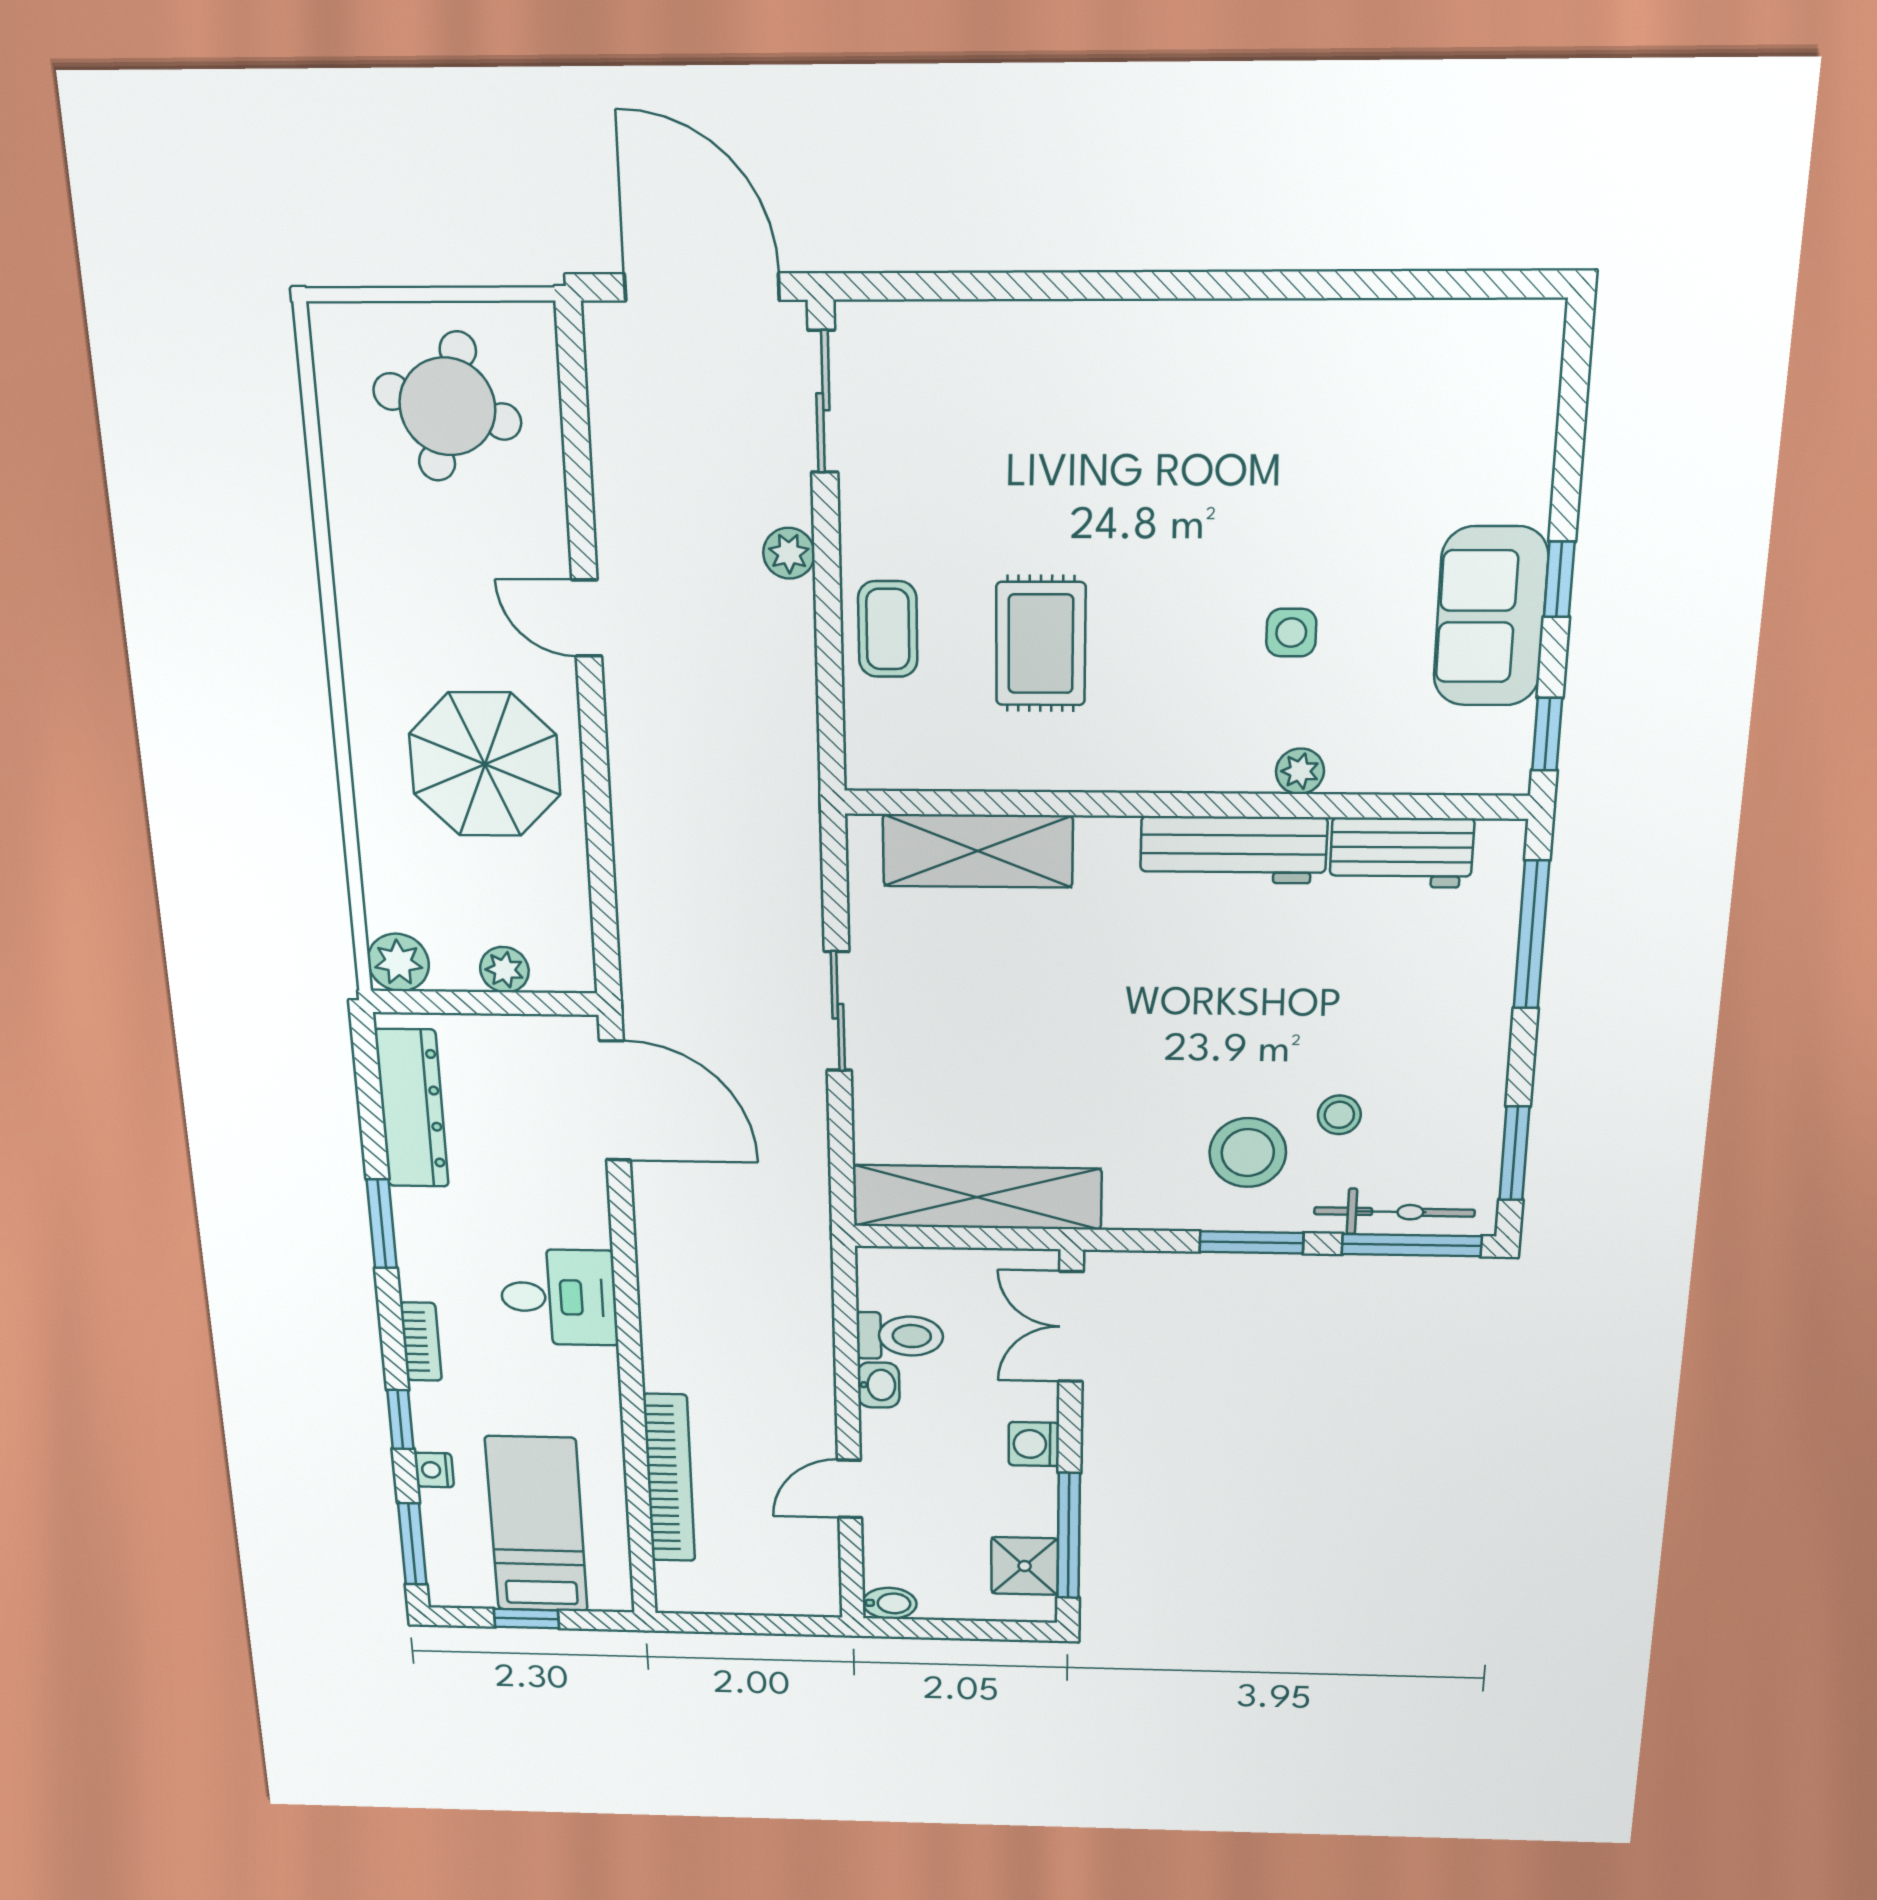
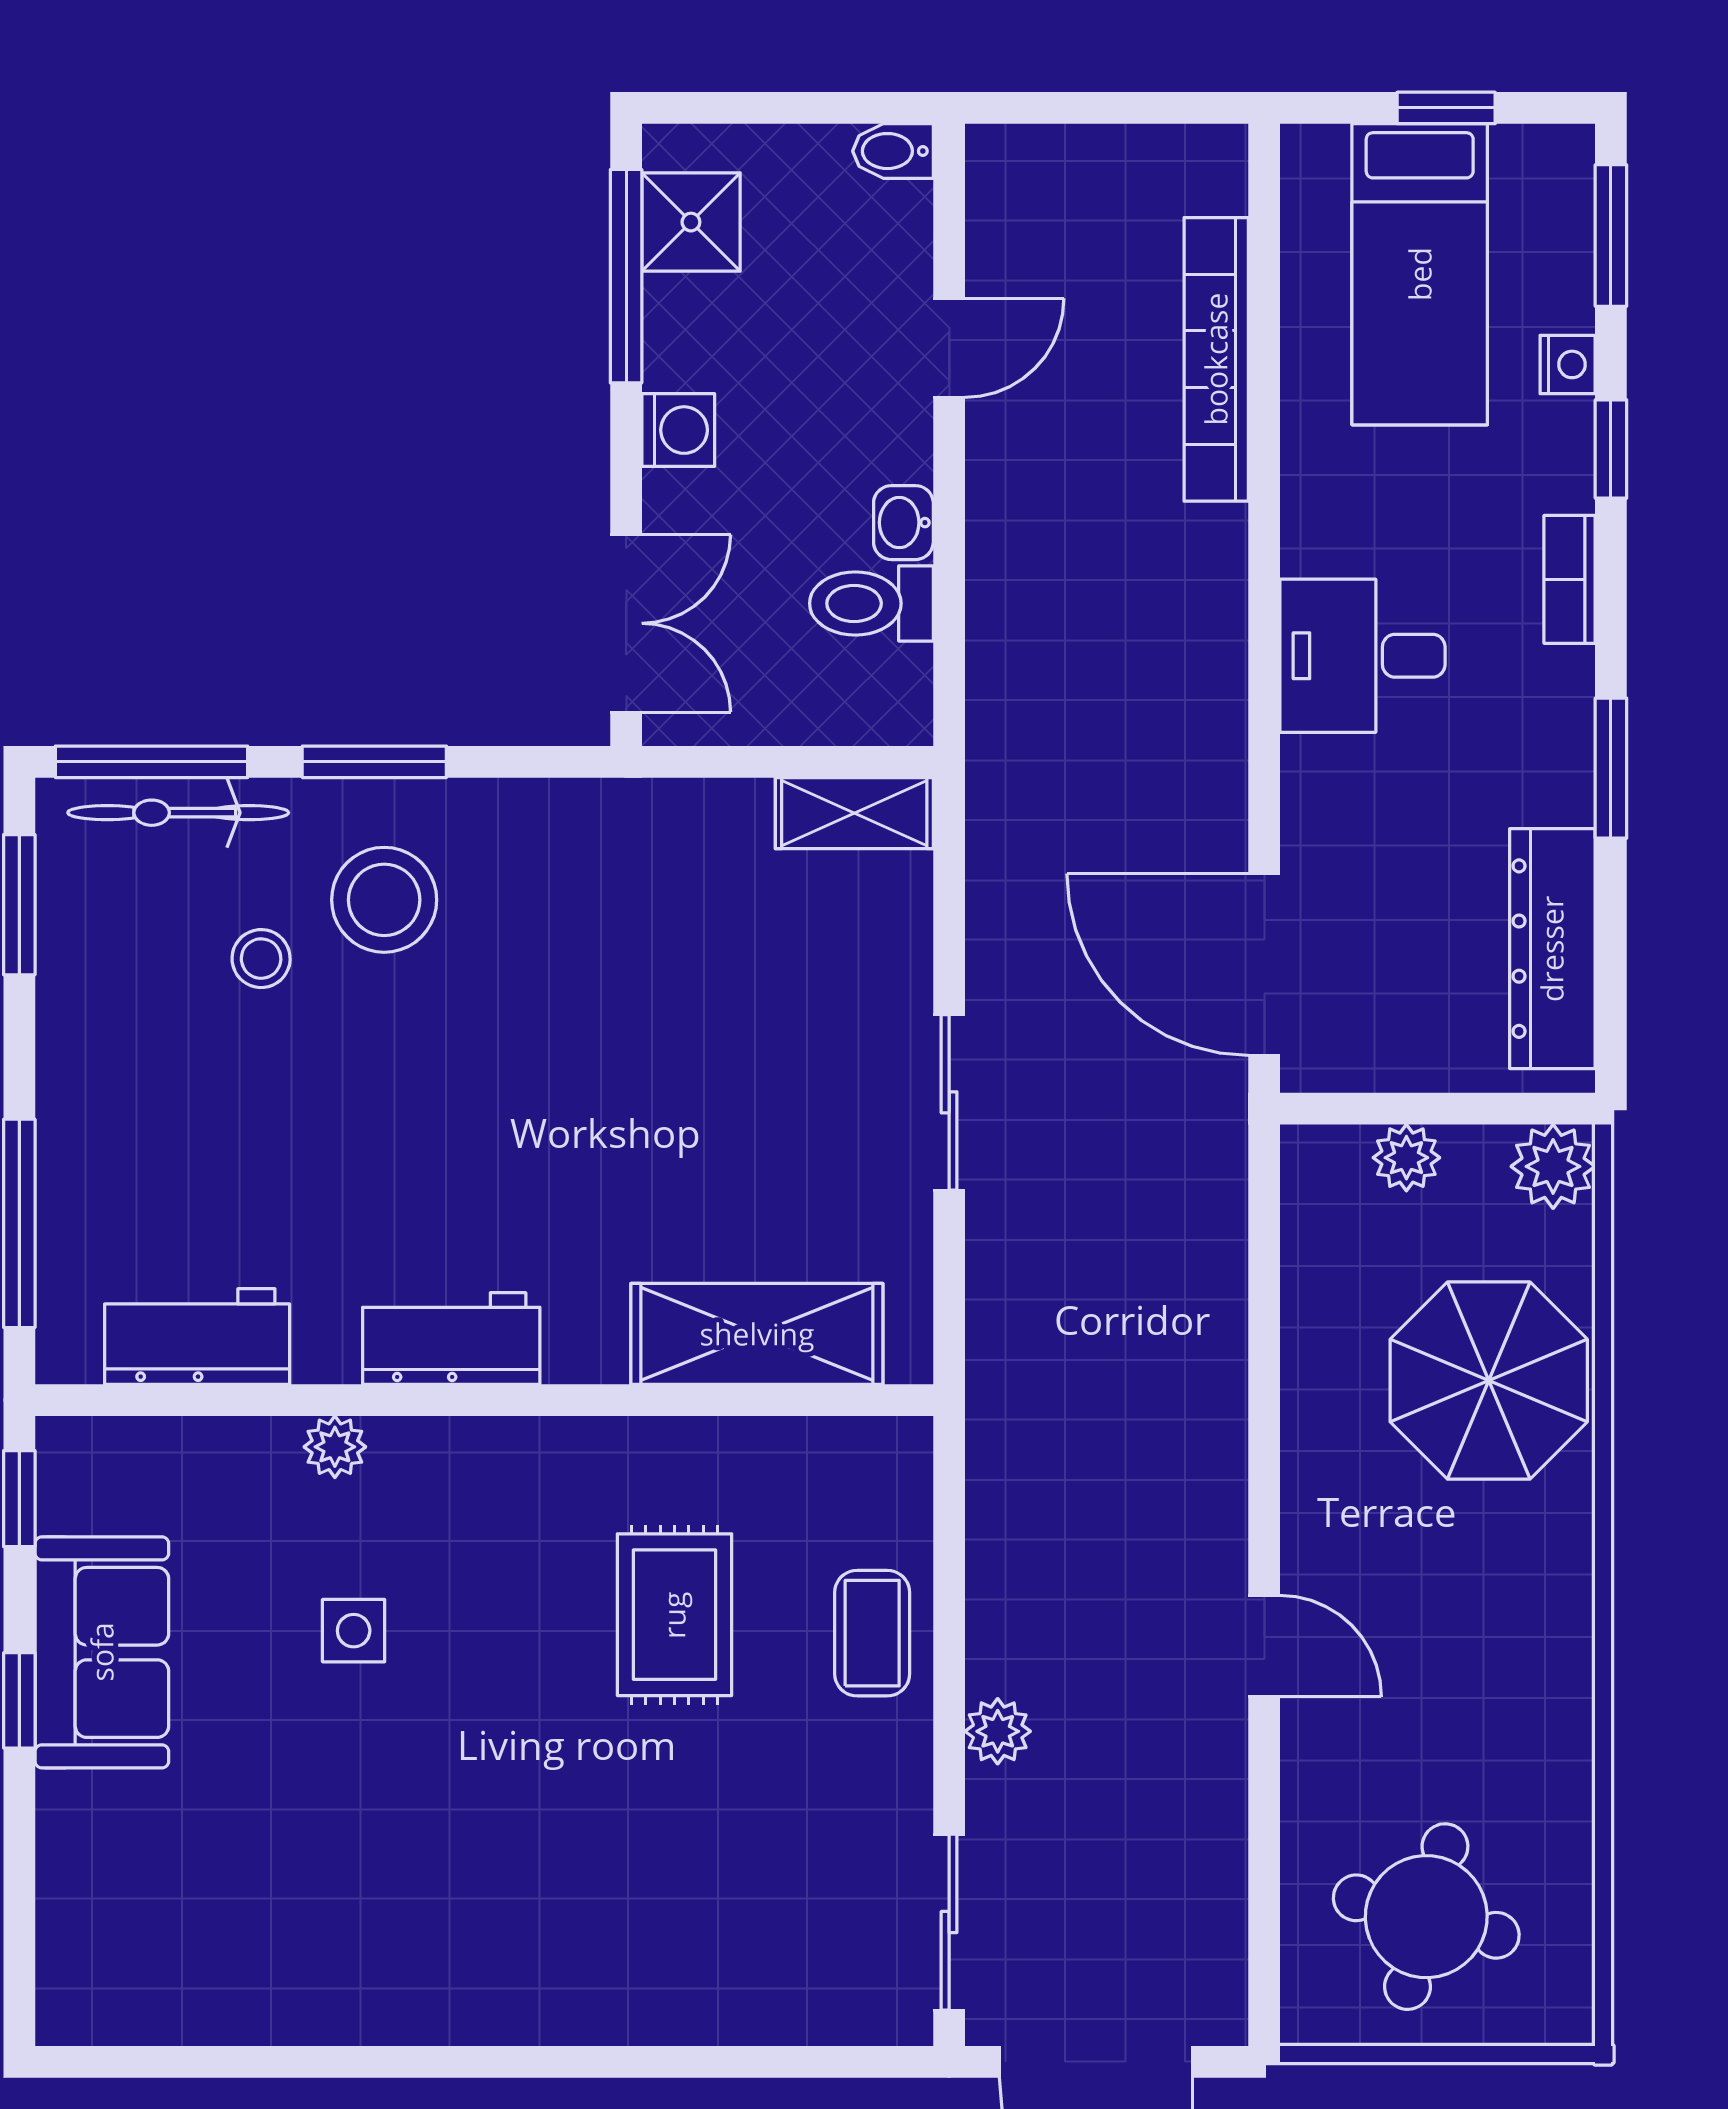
parasol: (485, 764) -> (1489, 1381), moved
workbench: (1233, 850) -> (451, 1338), width x0.73
shelving: (977, 1197) -> (854, 813), width x0.45, depth x0.75

